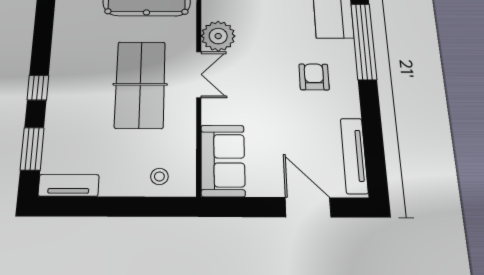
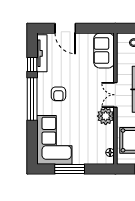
window: (364, 41) -> (32, 99), moved
window: (373, 133) -> (32, 64), added

